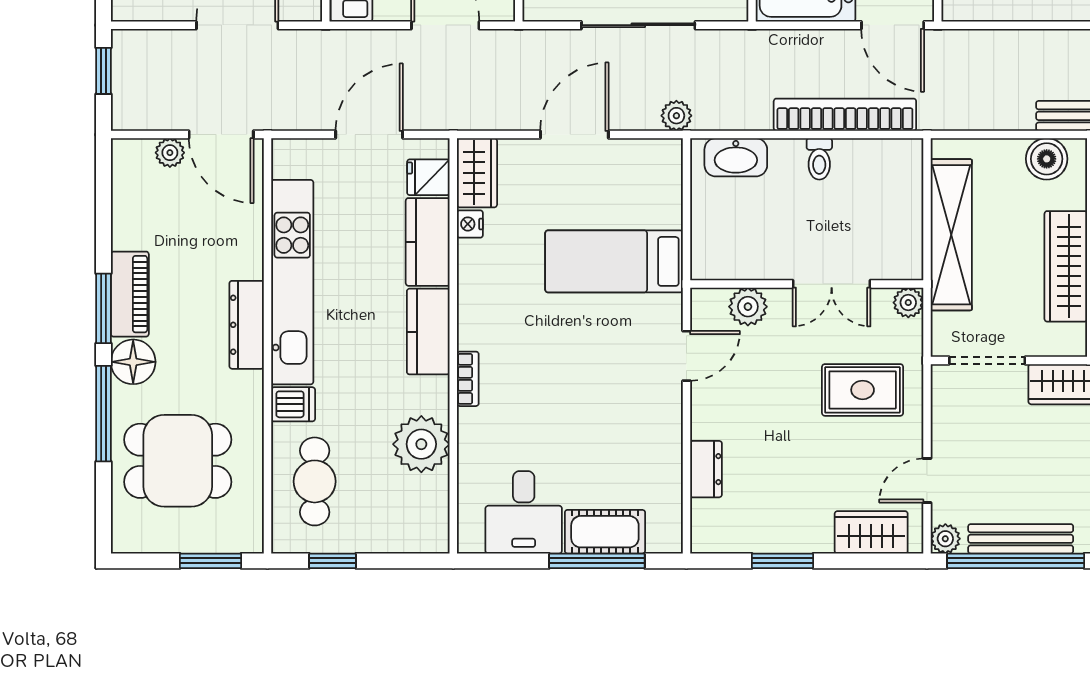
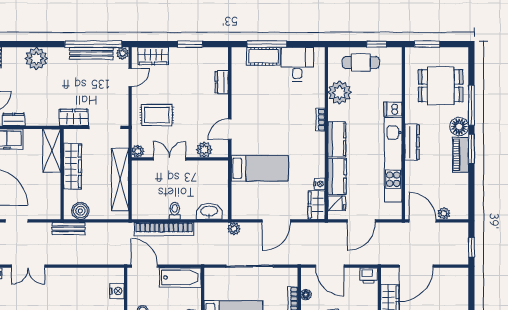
cafe table: (315, 481) -> (361, 63), moved, turned 90

